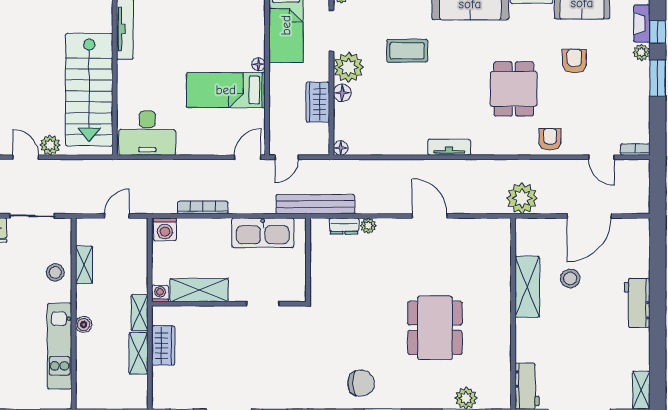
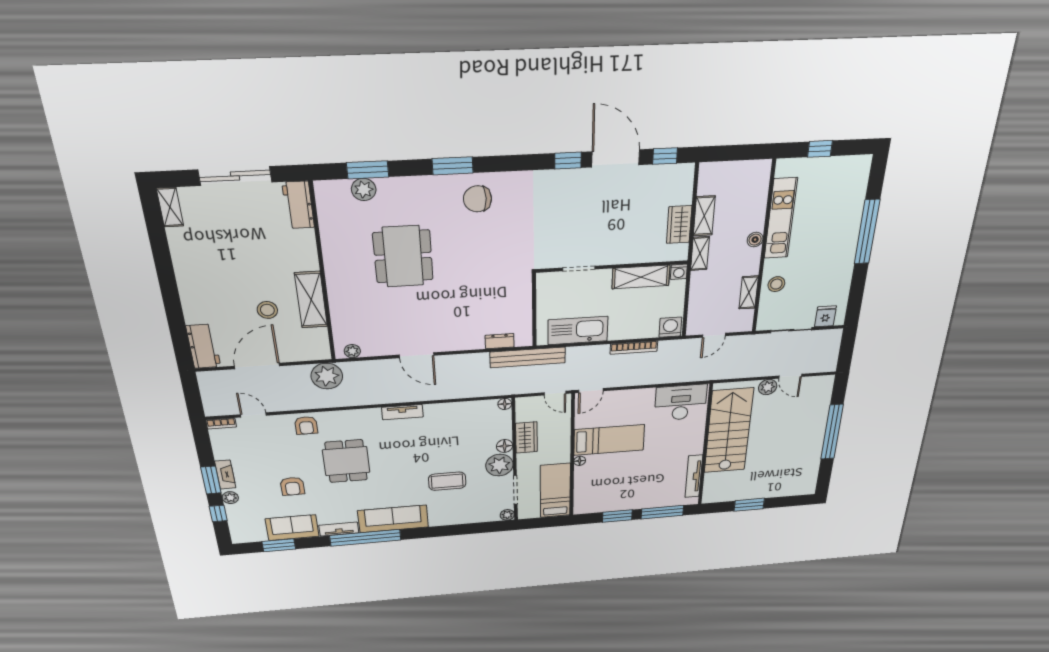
fireplace: (642, 24) -> (225, 475), moved
door: (287, 157) -> (555, 393), swing flipped
plant: (368, 226) -> (352, 351), moved
workbench: (637, 303) -> (203, 346), moved

